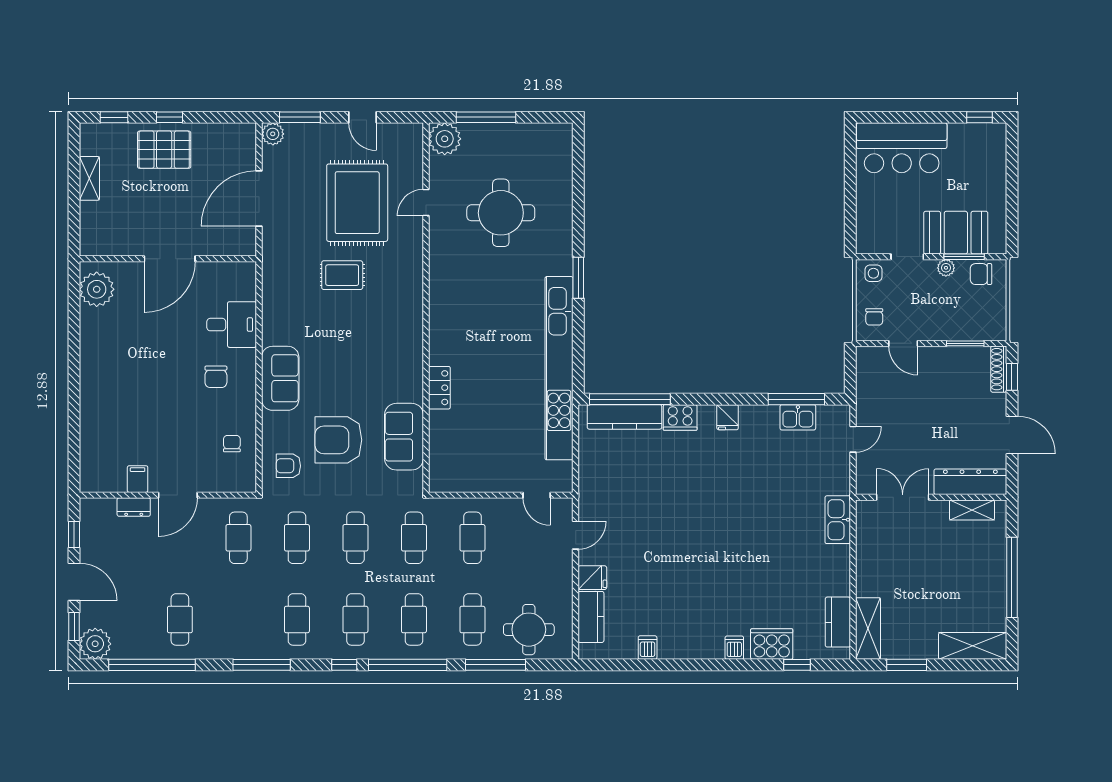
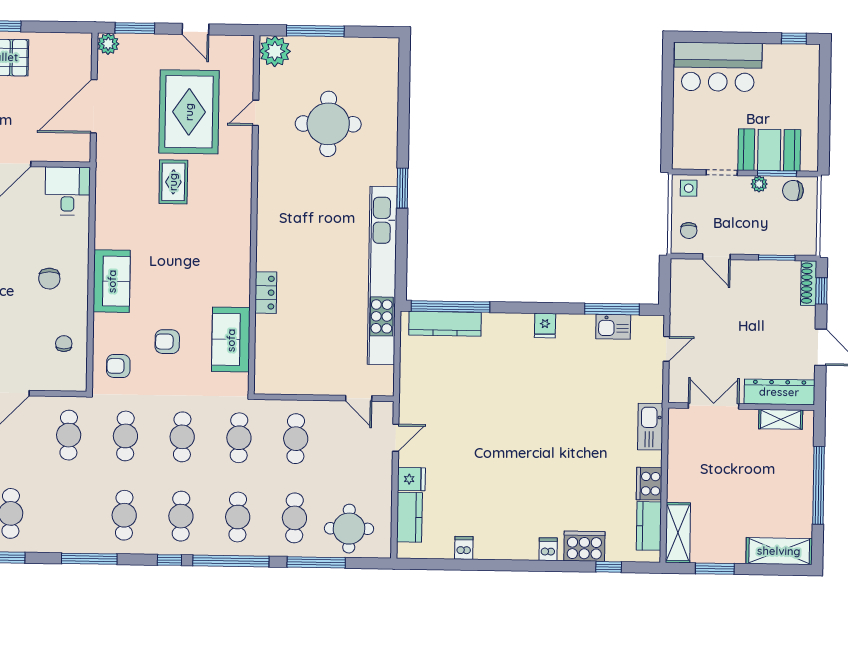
rug: (342, 275) -> (173, 182), turned 90
desk: (232, 325) -> (68, 191), moved, turned -90
cooker: (680, 418) -> (649, 484), moved, turned 90
armchair: (338, 440) -> (167, 342), width x0.53, depth x0.53

